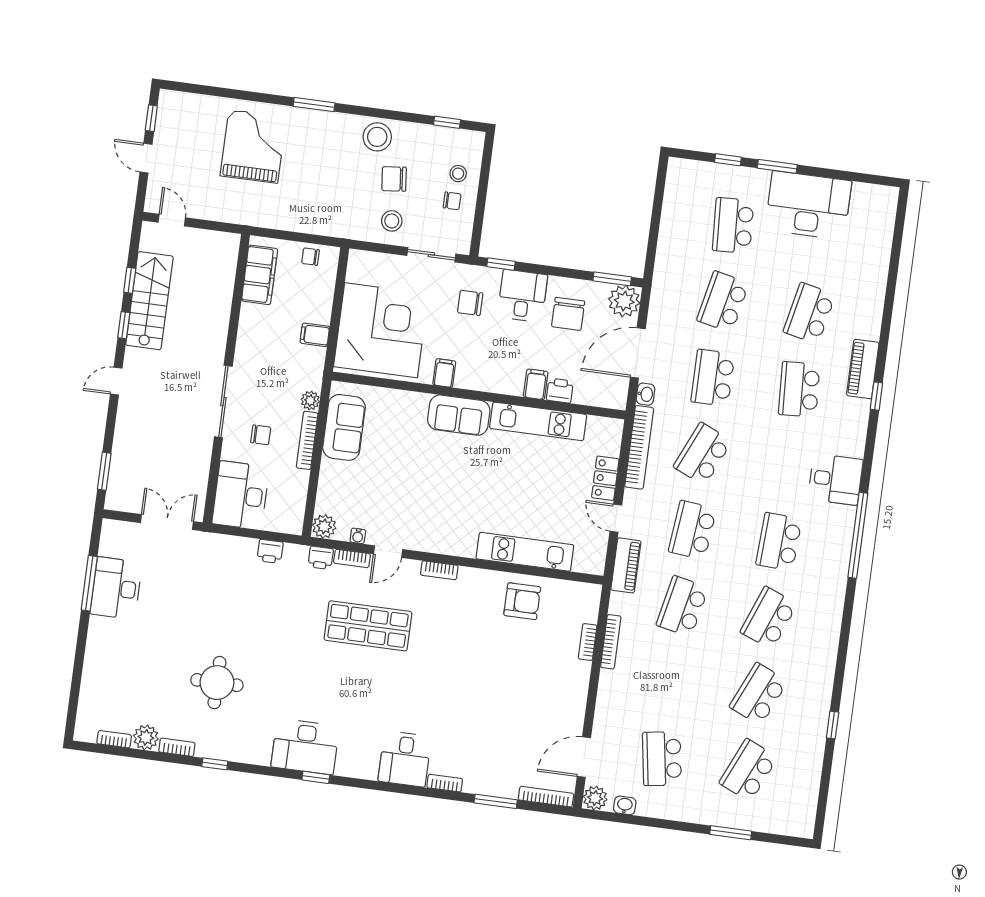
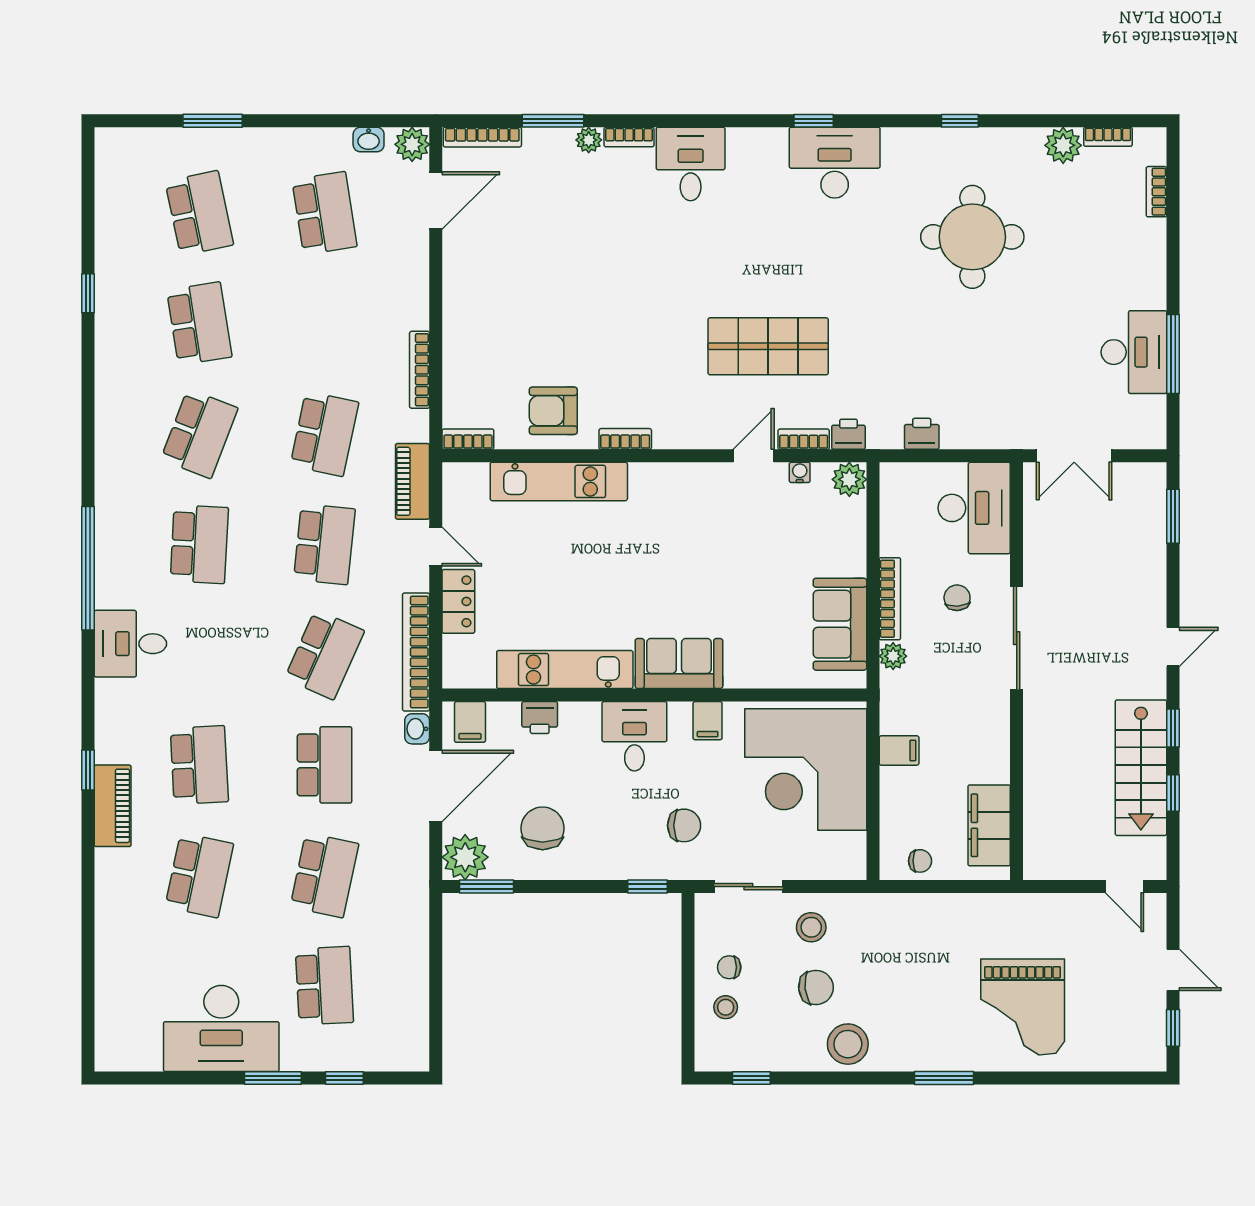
desk: (522, 296) -> (634, 736), moved, turned 180
filing cabinet: (536, 384) -> (470, 722), moved
chair: (261, 435) -> (957, 598), turned 86
bookcase: (439, 570) -> (625, 439), moved
bookcase: (588, 642) -> (468, 439), moved, turned -90
round table: (217, 683) -> (972, 237), width x1.36, depth x1.36
school desk: (759, 694) -> (199, 323), turned -33
bookcase: (177, 747) -> (1156, 192), moved, turned 90
school desk: (748, 770) -> (199, 213), turned -36
plant: (473, 785) -> (589, 140), added

